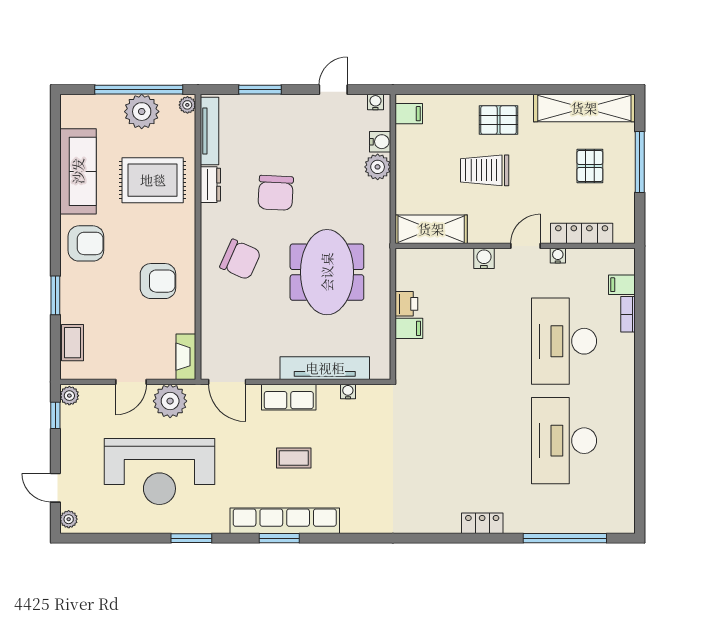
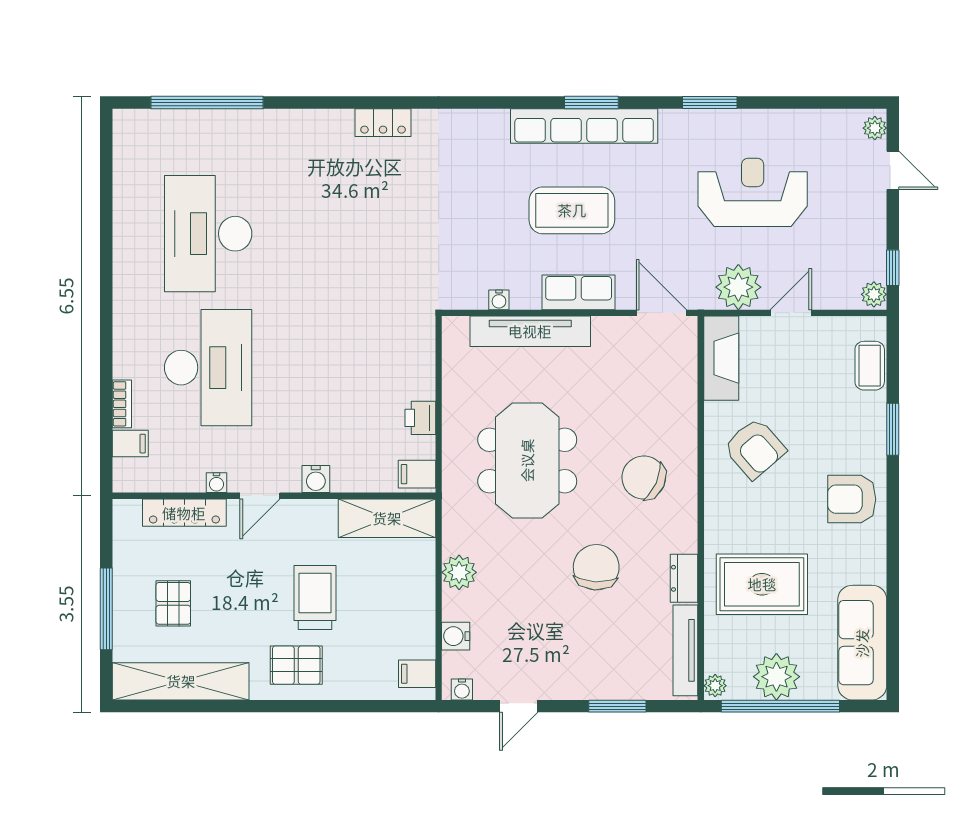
plant: (378, 167) -> (459, 572), moved
trolley: (485, 170) -> (315, 598), turned -90
sofa: (78, 171) -> (862, 643), moved
armchair: (158, 281) -> (755, 449), turned -131
filing cabinet: (409, 328) -> (417, 474), moved
fireplace: (186, 357) -> (721, 358), width x1.37, depth x1.32
desk: (564, 441) -> (208, 234), turned 180
coffee table: (294, 458) -> (572, 210), width x1.86, depth x1.72
reception desk: (159, 471) -> (753, 192), width x0.74, depth x0.77
locker: (482, 523) -> (383, 123), moved

